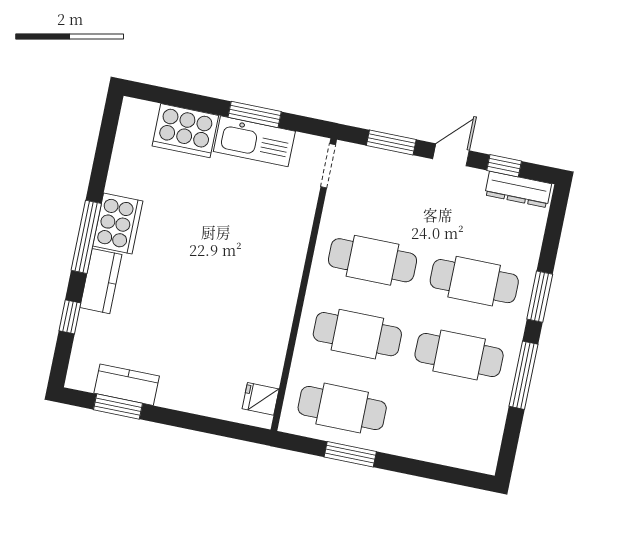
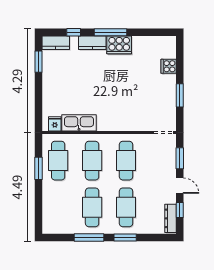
cooker: (185, 131) -> (169, 66), width x0.53, depth x0.76
kitchen sink: (254, 141) -> (79, 123), moved, turned 90
kitchen counter: (127, 385) -> (56, 43), moved, turned 90

